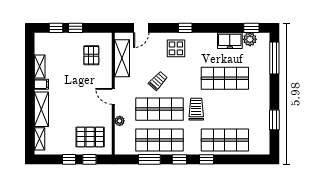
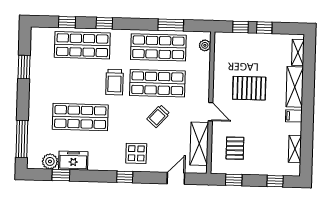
window: (76, 28) -> (234, 180), moved
window: (251, 28) -> (61, 175), moved
shelving: (40, 66) -> (295, 149), moved
door: (113, 96) -> (210, 112), moved
plant: (120, 121) -> (205, 45), moved
pallet: (90, 137) -> (249, 88), moved
window: (179, 159) -> (67, 22), moved

